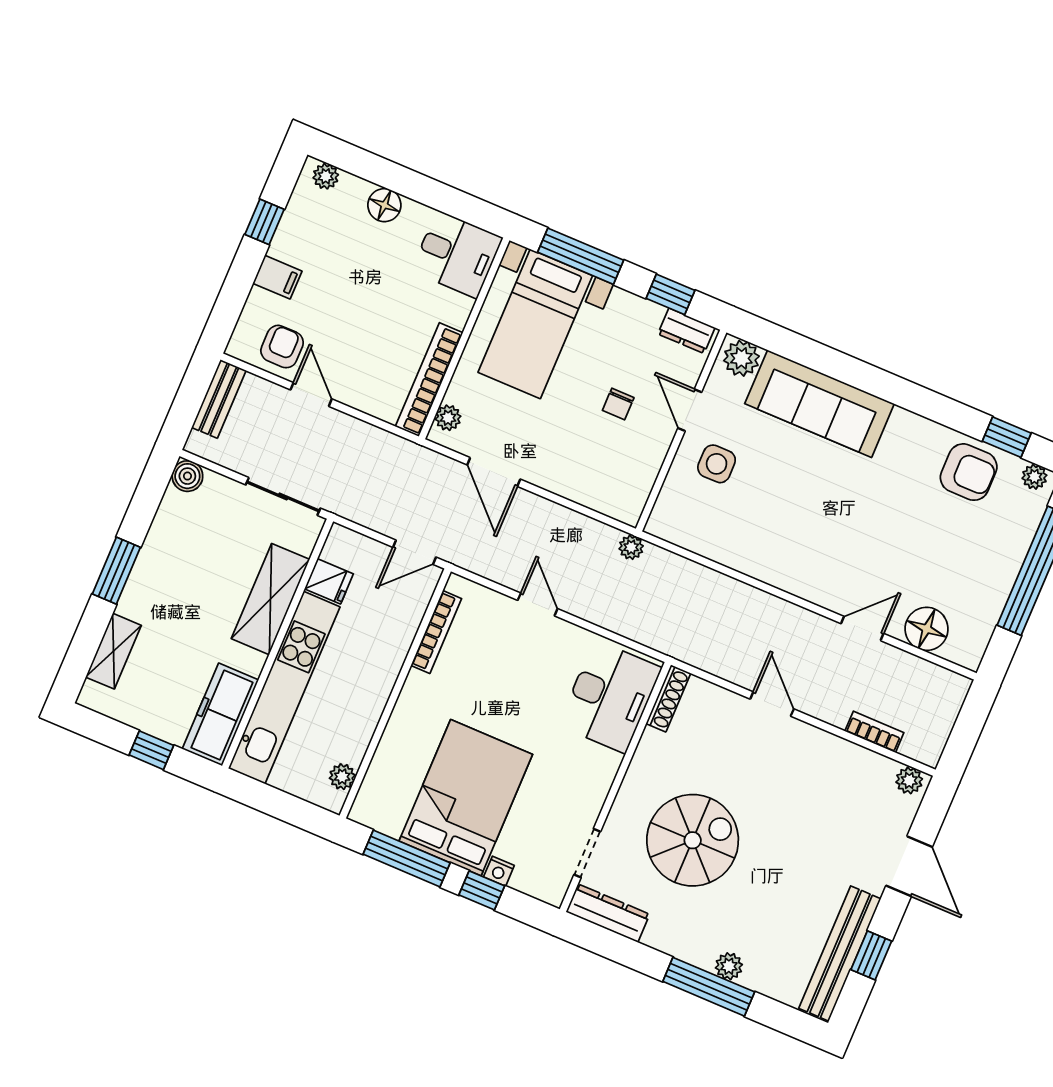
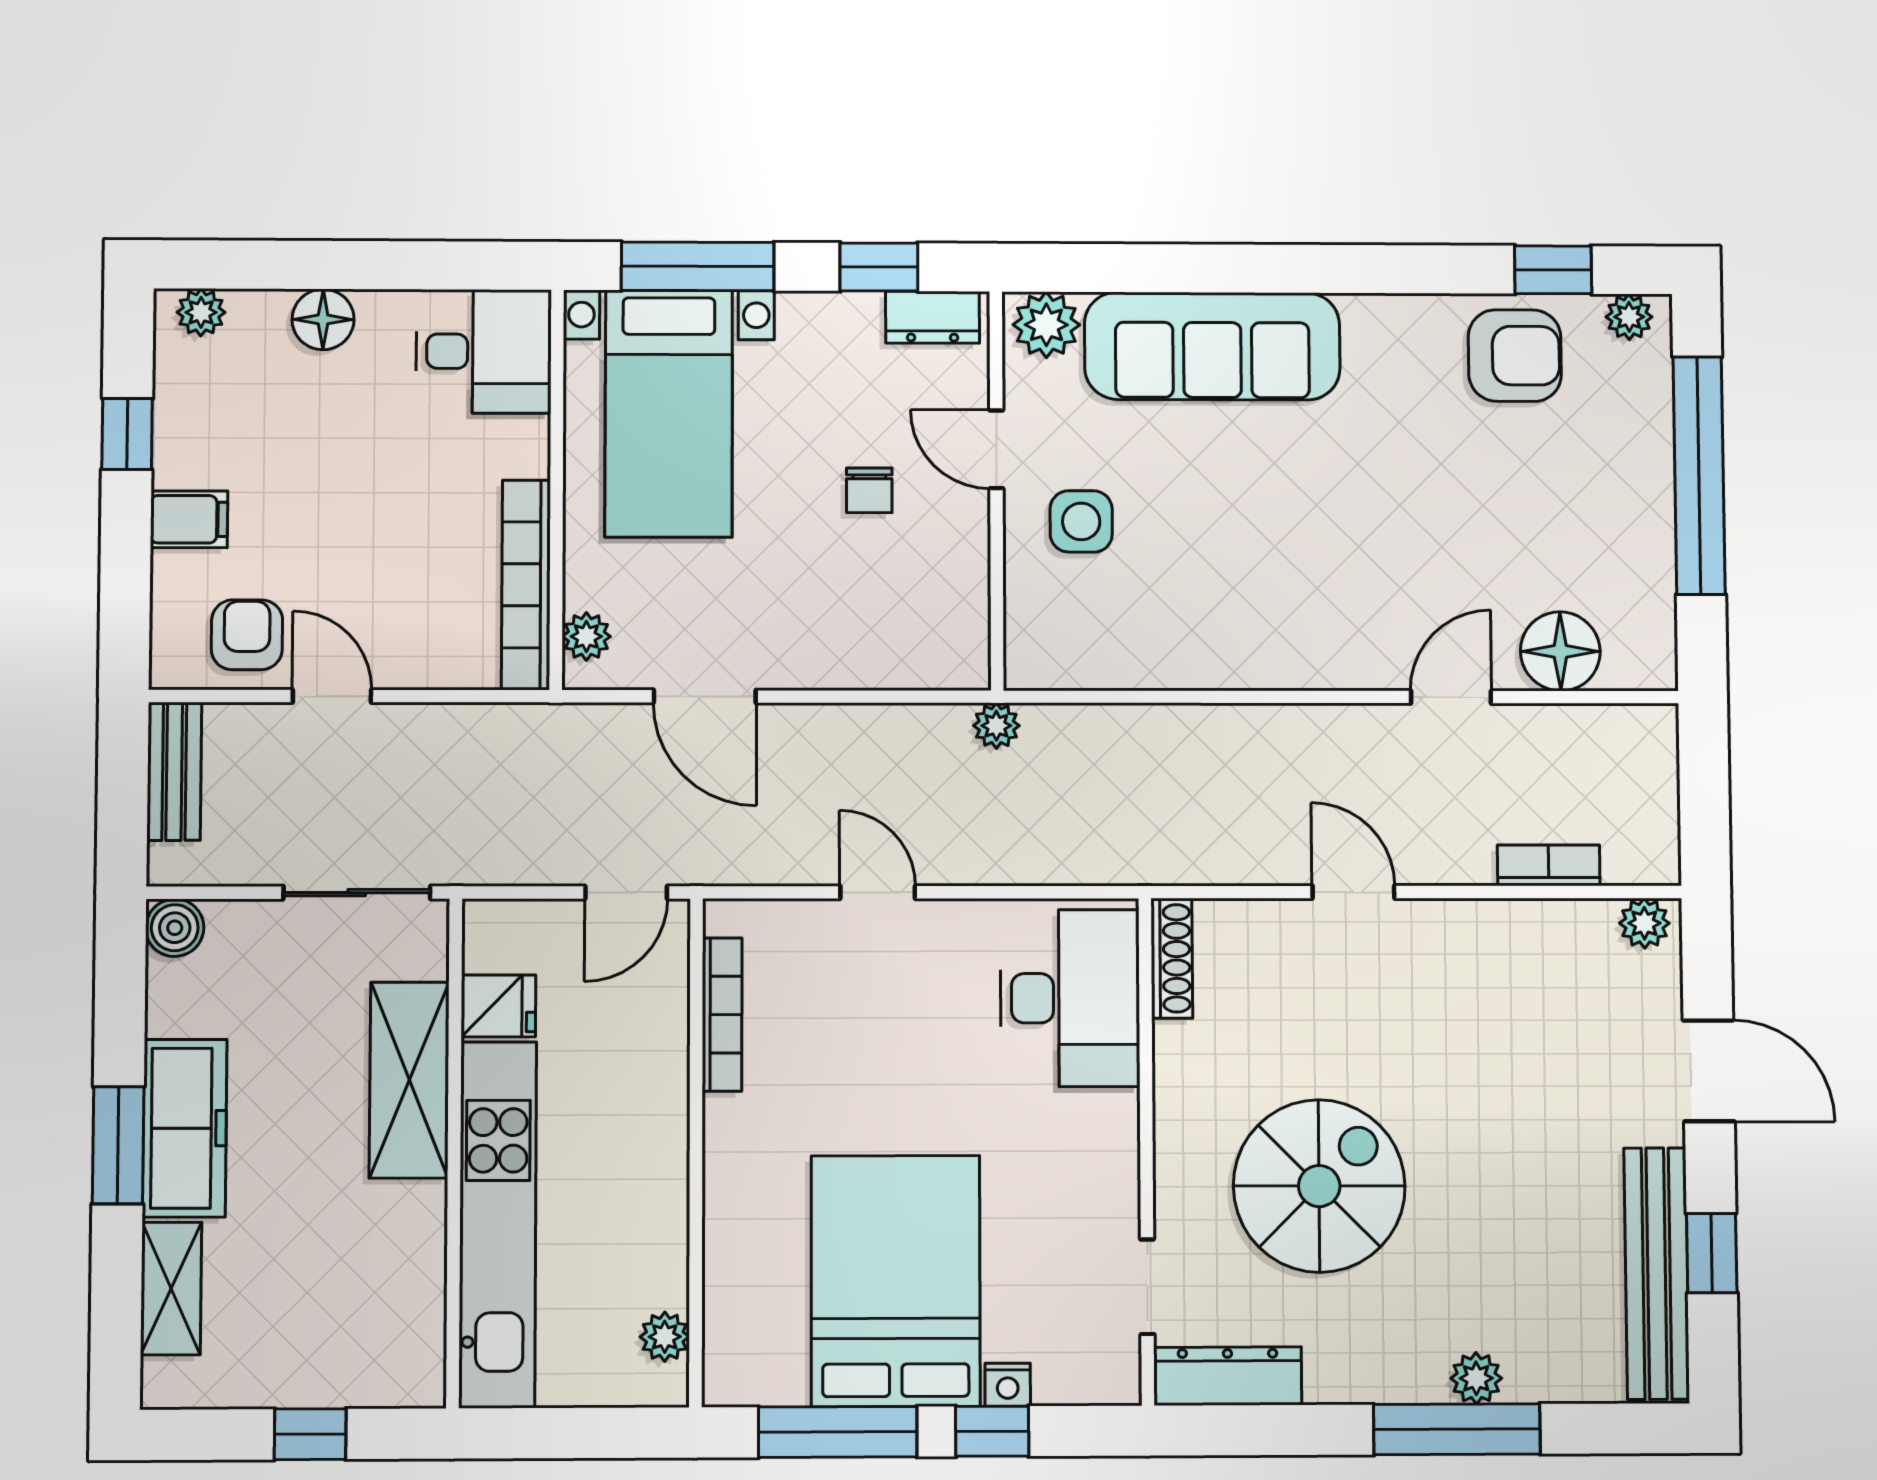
freezer: (220, 714) -> (185, 1128), moved, turned 180

